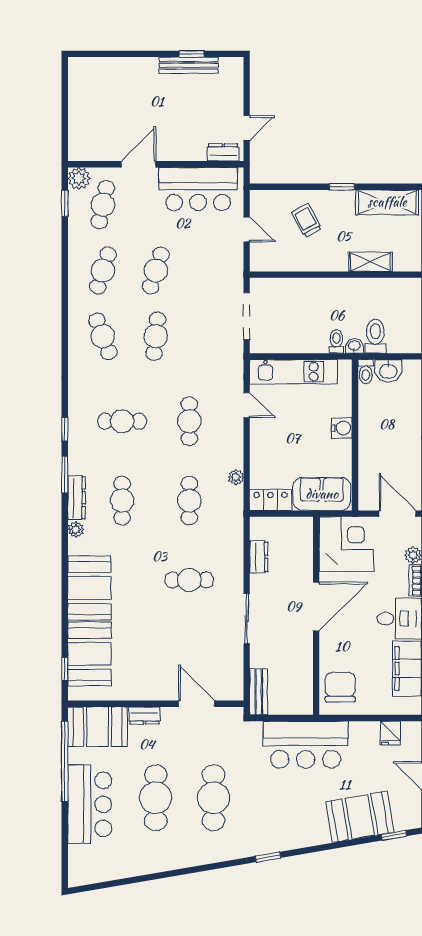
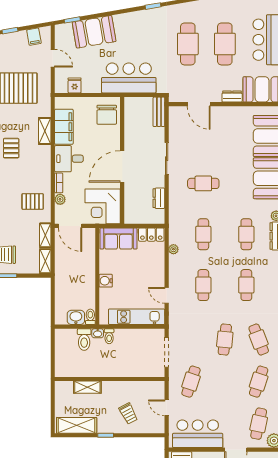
cafe table: (156, 270) -> (191, 382), moved
cafe table: (122, 421) -> (246, 285), turned 90

